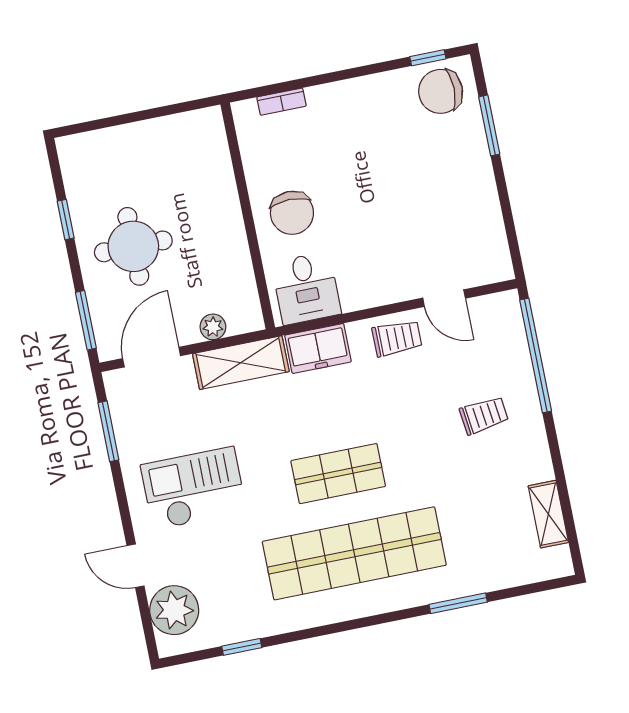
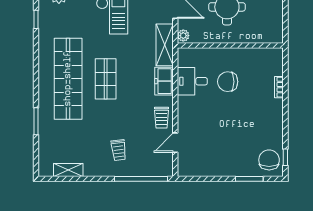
wall: (248, 216) -> (230, 45), moved

